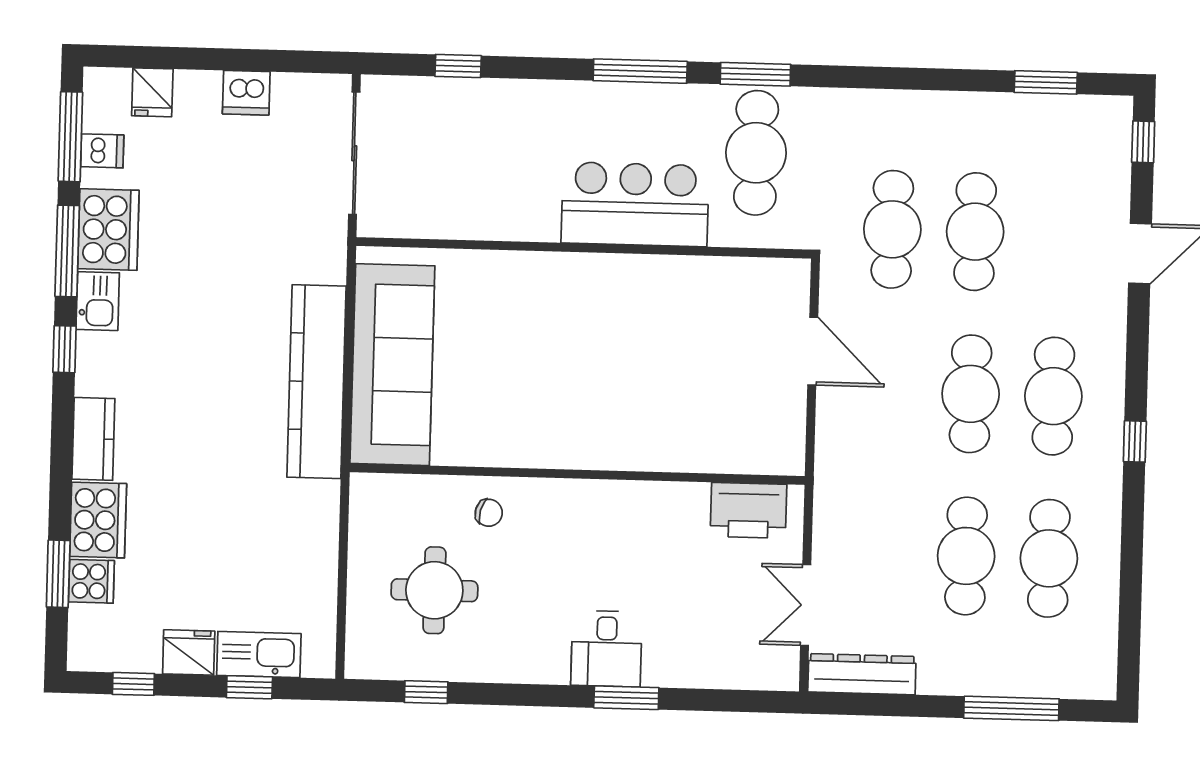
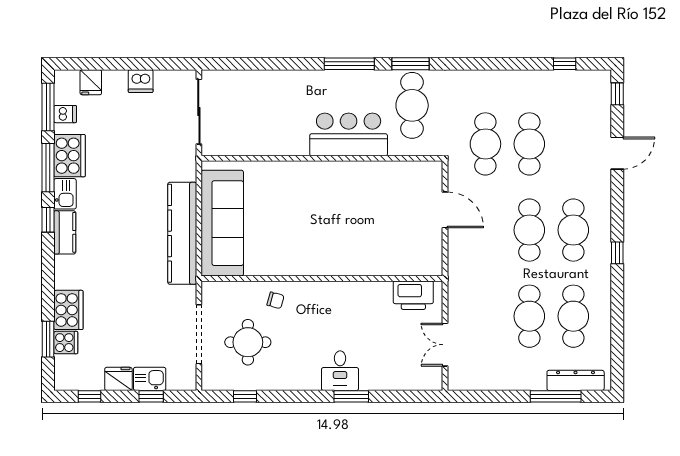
window: (458, 66) -> (253, 64), removed
window: (1046, 82) -> (565, 64), width x0.67
kitchen counter: (93, 439) -> (65, 232), moved
doorway: (343, 573) -> (199, 334), added
kitchen sink: (259, 654) -> (150, 379), width x0.73
dresser: (862, 674) -> (576, 380), moved

